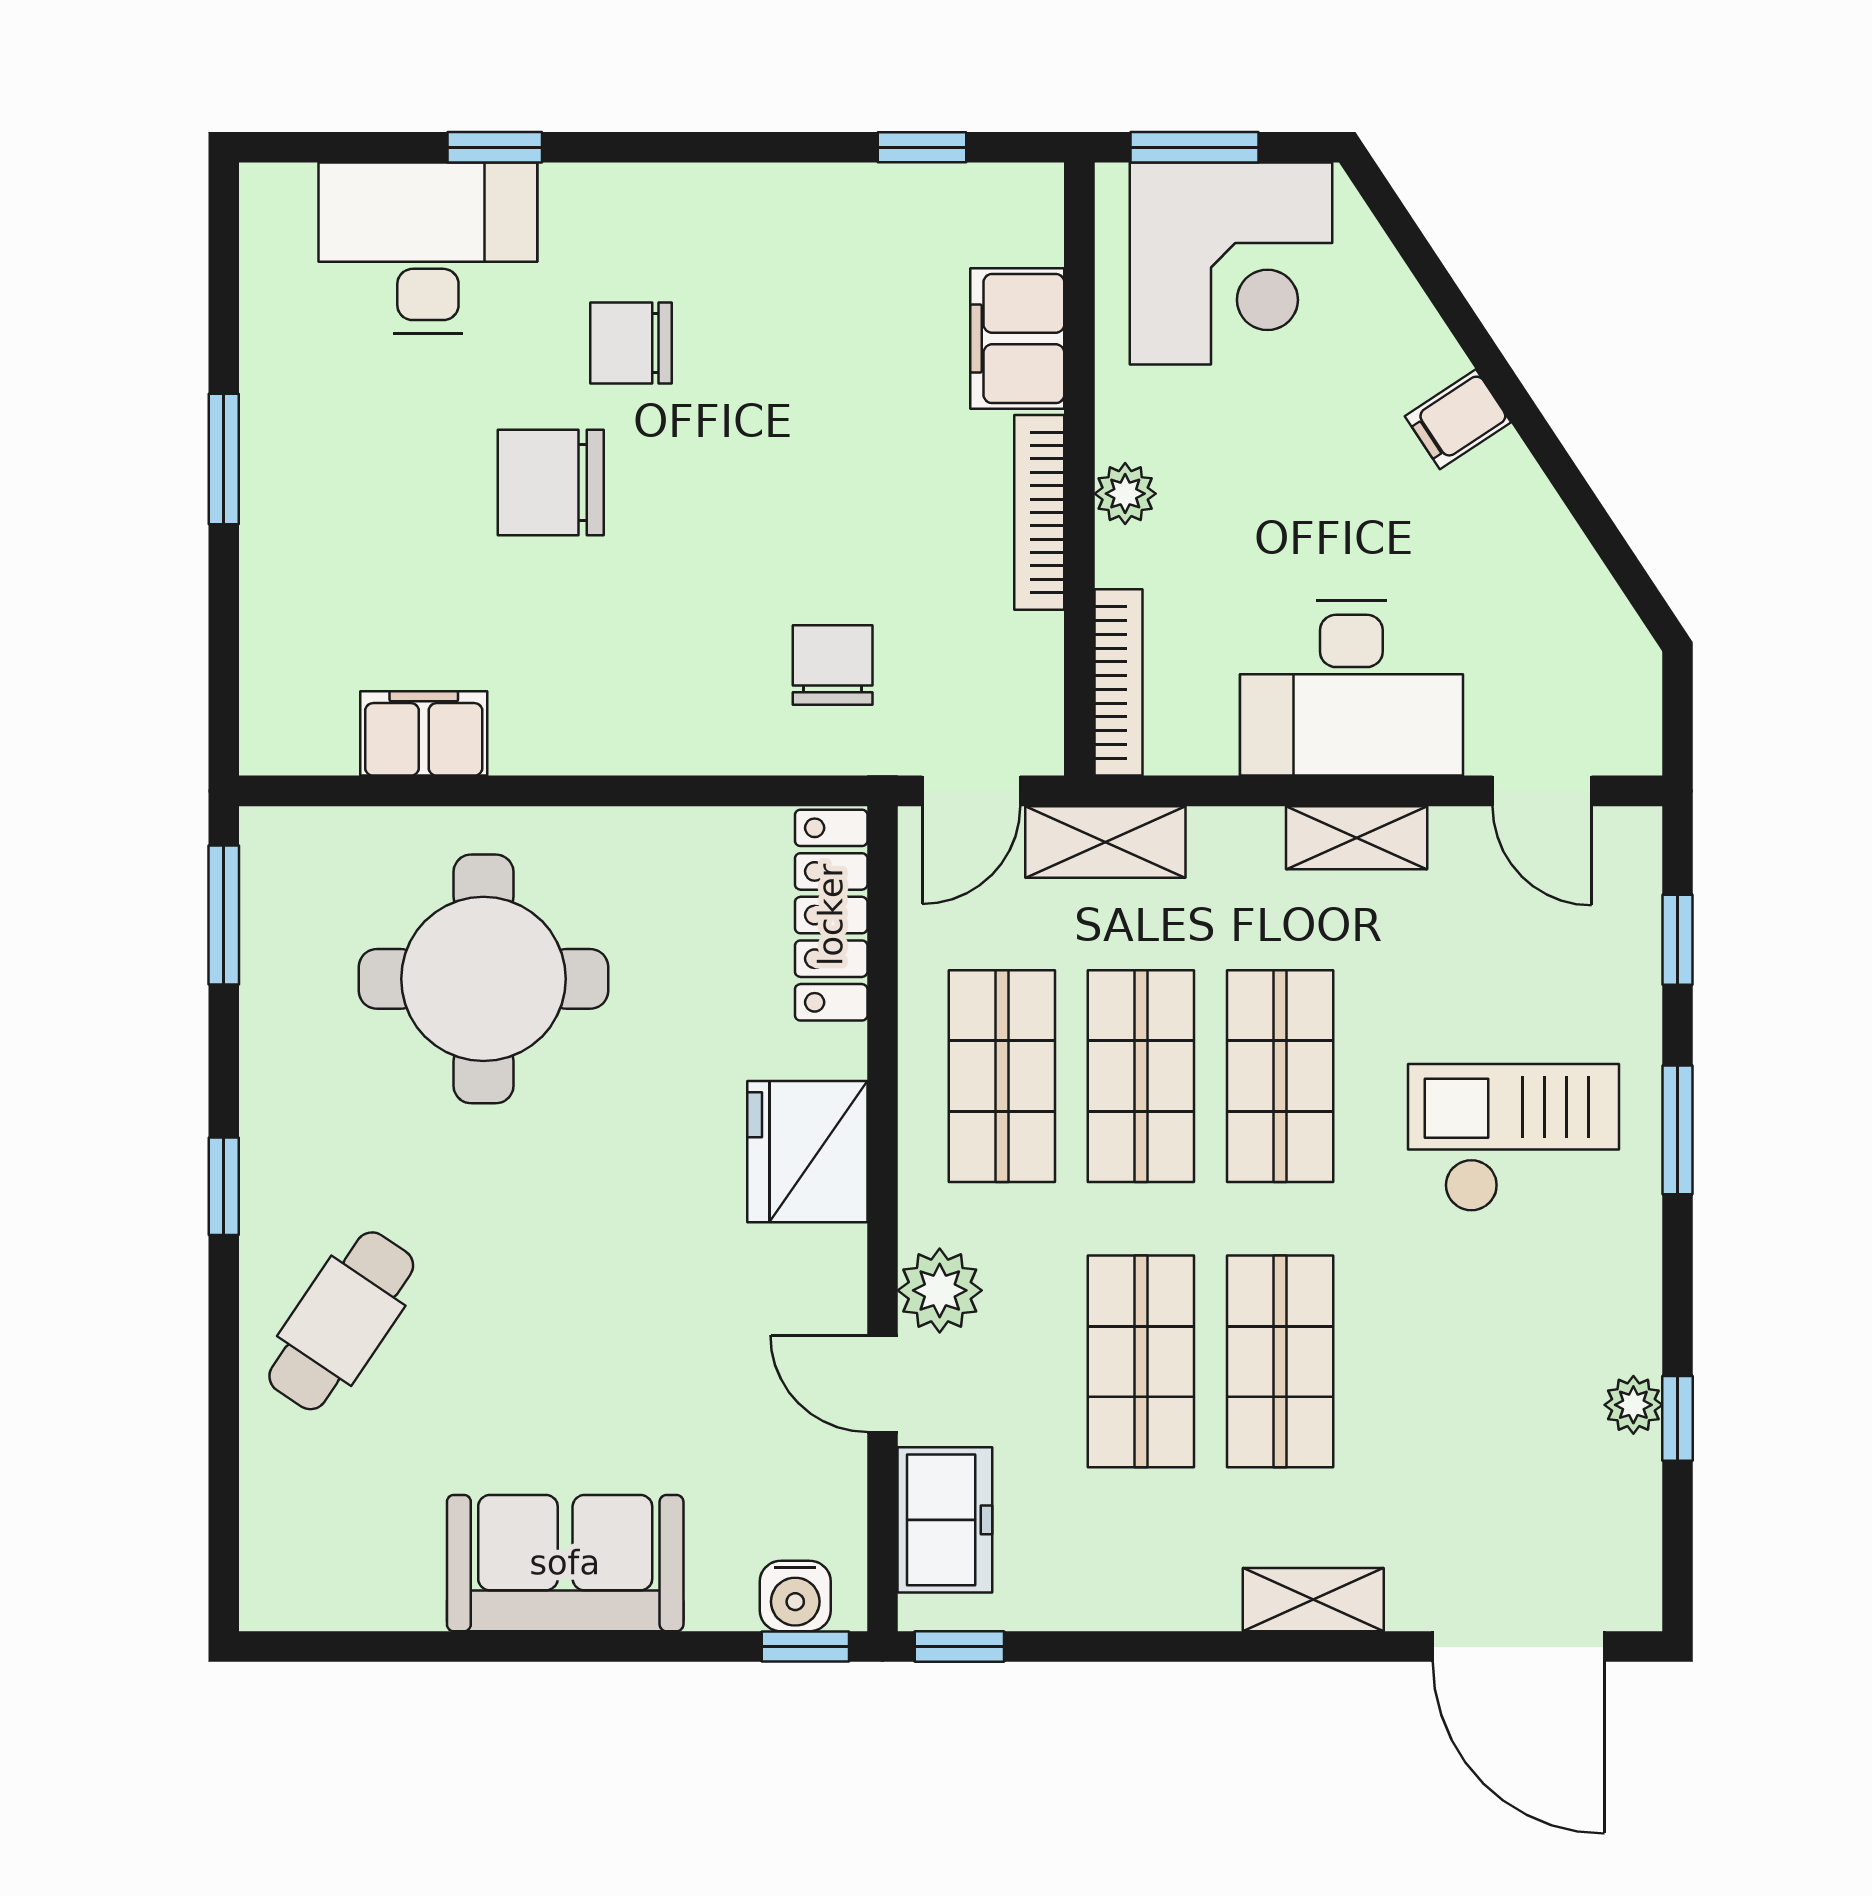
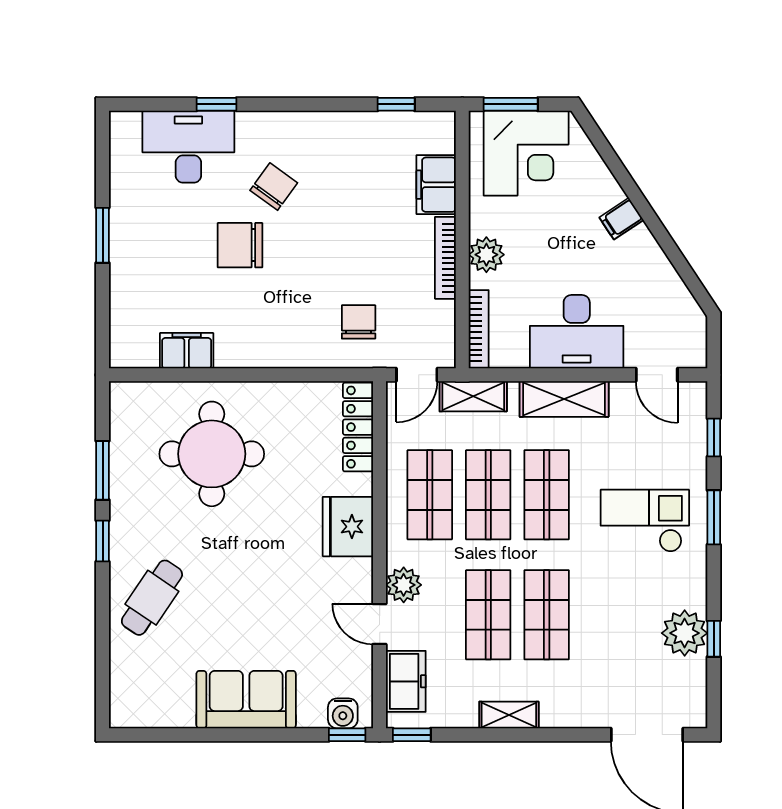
chair: (631, 343) -> (274, 187), turned 126
plant: (1125, 494) -> (486, 255), width x1.38, depth x1.38
shelving: (1357, 838) -> (564, 399), width x1.50, depth x1.33
window: (224, 915) -> (103, 470), moved
plant: (1633, 1405) -> (685, 633), width x1.88, depth x1.88
shelving: (1313, 1600) -> (509, 715), moved

